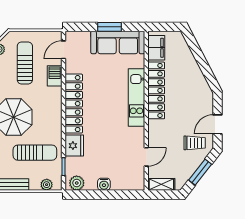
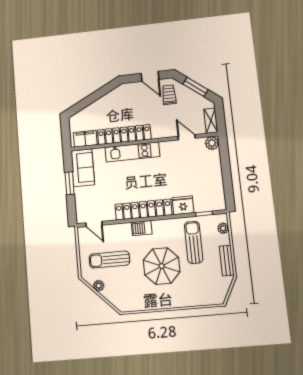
sofa: (118, 42) -> (83, 168), width x0.73
barbecue: (55, 76) -> (142, 228), moved
plant: (77, 183) -> (212, 143), moved
water cooler: (104, 184) -> (217, 174), removed

